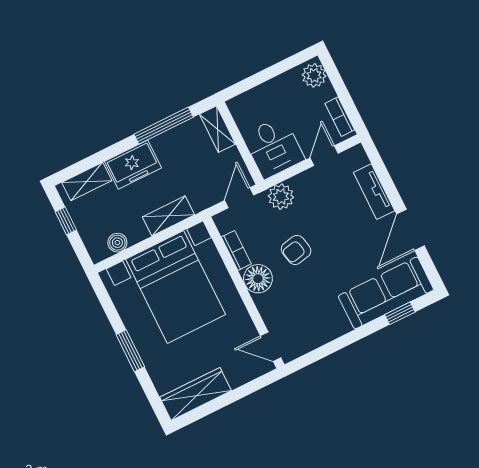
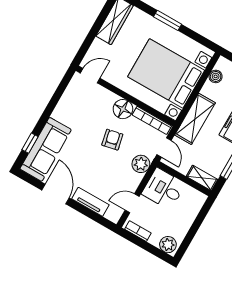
door: (324, 156) -> (132, 203), swing flipped
shelving: (168, 216) -> (195, 119), width x1.50, depth x1.33
bookcase: (236, 250) -> (152, 120), width x1.56

